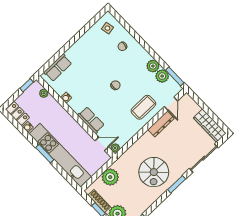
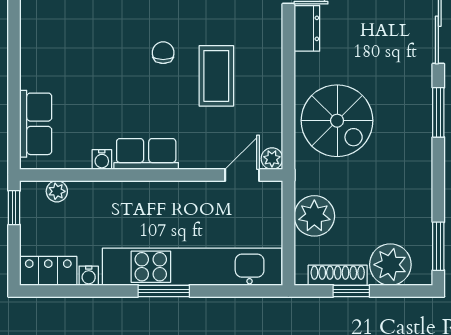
coffee table: (143, 107) -> (216, 76), moved
row of seats: (91, 120) -> (146, 154), moved
dresser: (161, 124) -> (307, 28), width x0.70
spiral stairs: (154, 172) -> (337, 121), moved

